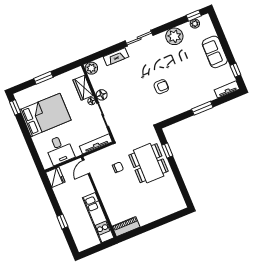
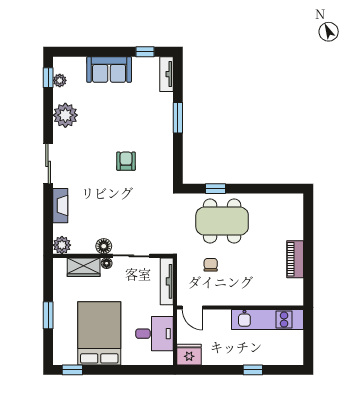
piano: (126, 227) -> (295, 259), moved

